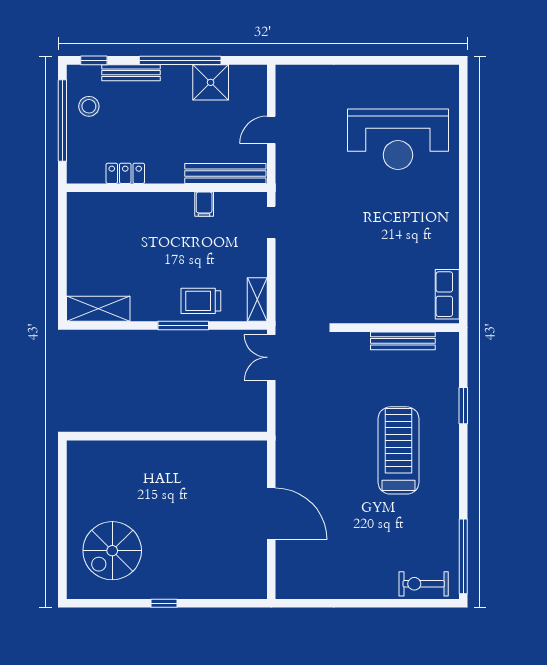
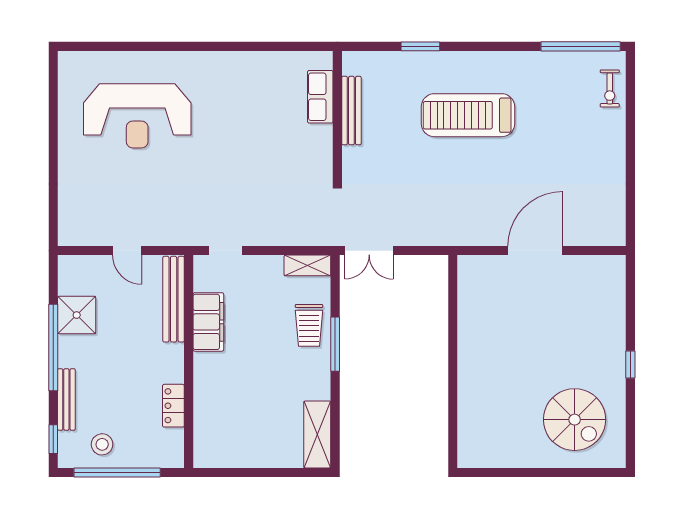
reception desk: (398, 139) -> (137, 116), turned 90
filing cabinet: (204, 204) -> (208, 322), width x3.00, depth x1.17
row of seats: (447, 294) -> (320, 97), moved, turned 90
exercise bike: (424, 584) -> (610, 88), width x0.73, depth x0.72

